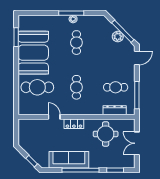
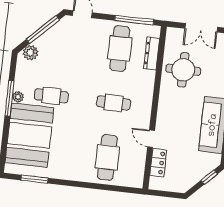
plant: (118, 37) -> (30, 53), moved
booth: (33, 53) -> (29, 135), moved, turned 90
cafe table: (116, 87) -> (120, 48), width x1.37, depth x1.35
door: (54, 117) -> (151, 139), hinge flipped
locker: (74, 124) -> (158, 163), moved

